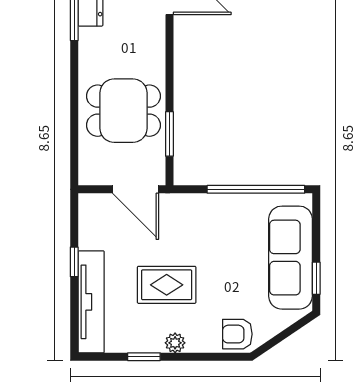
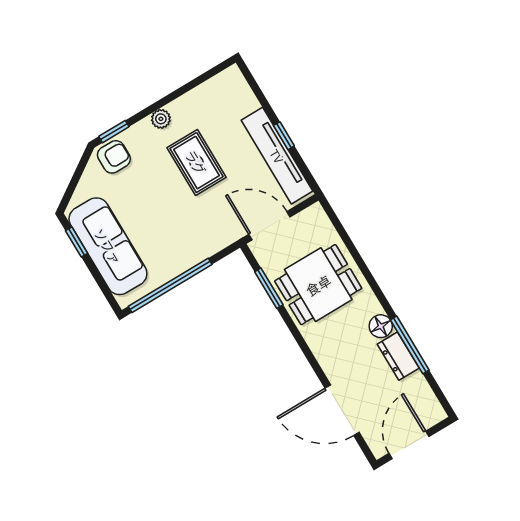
floor lamp: (90, 40) -> (381, 326), added
rug: (167, 285) -> (196, 162), turned 90
tv unit: (91, 302) -> (277, 156), moved
window: (144, 357) -> (114, 132), moved

